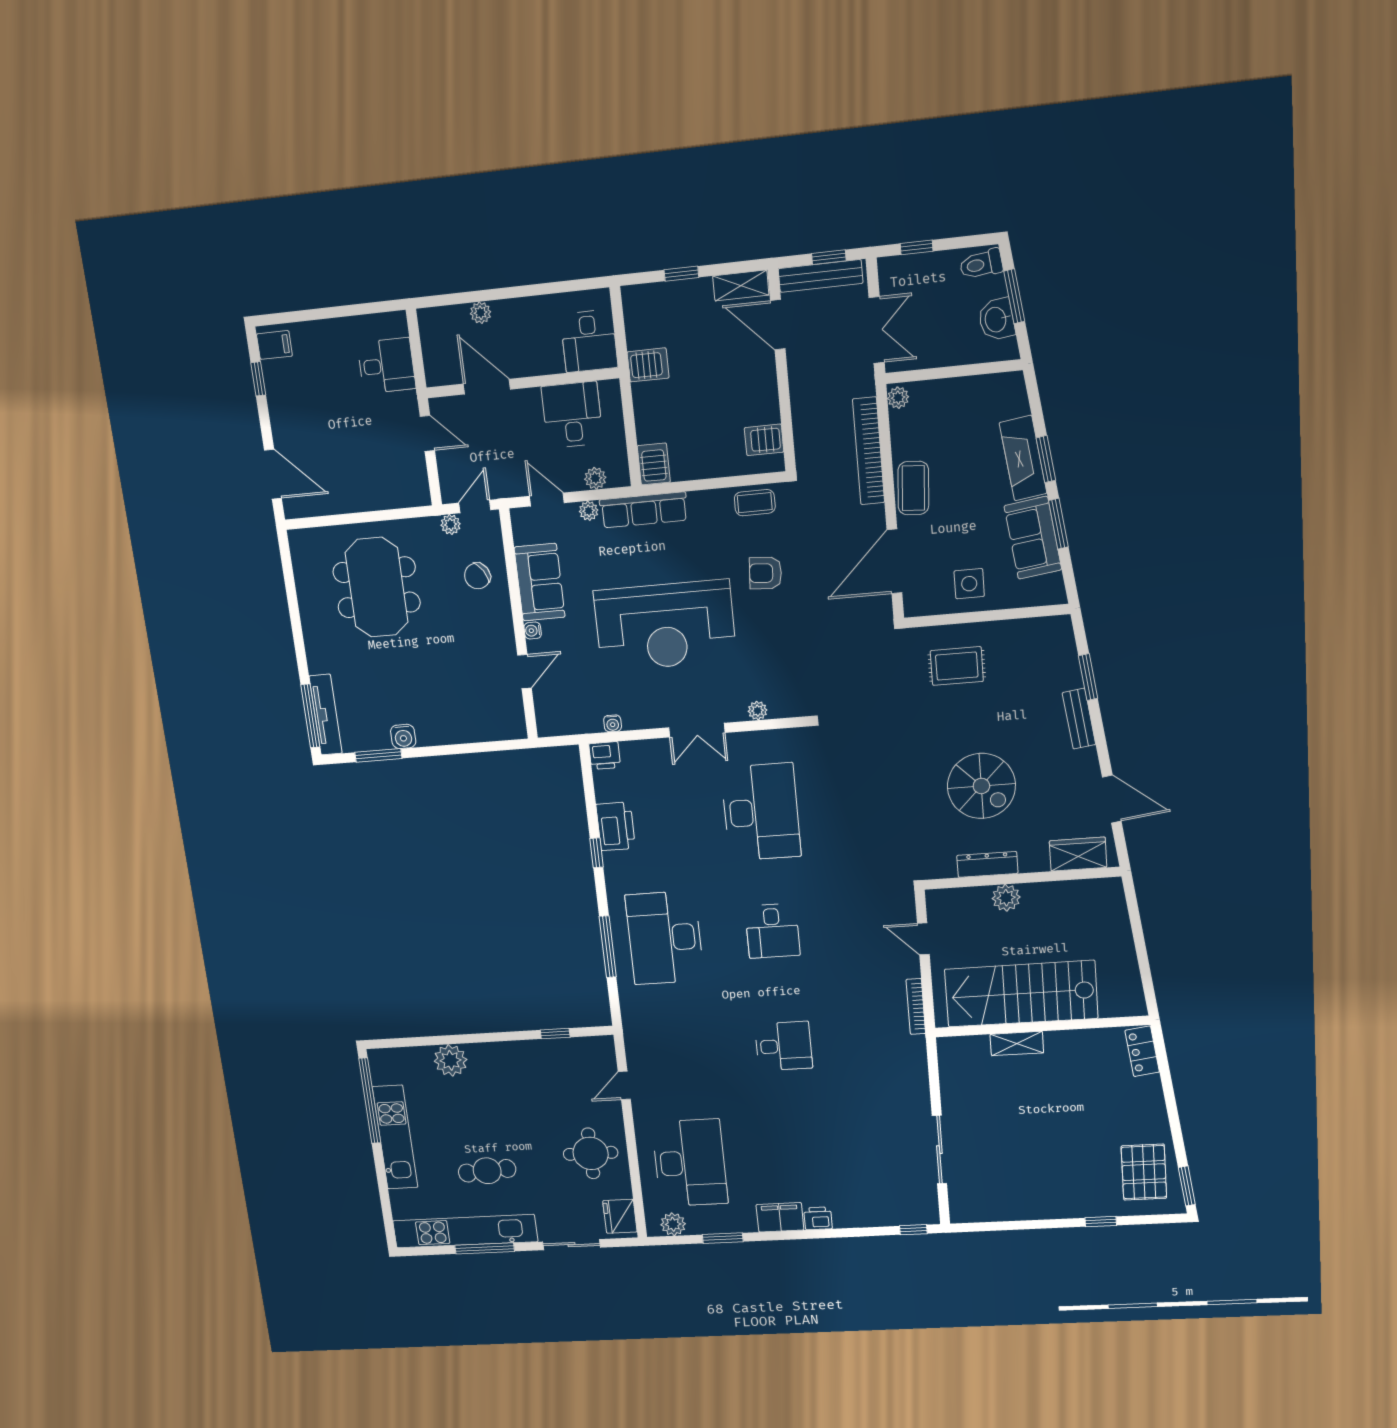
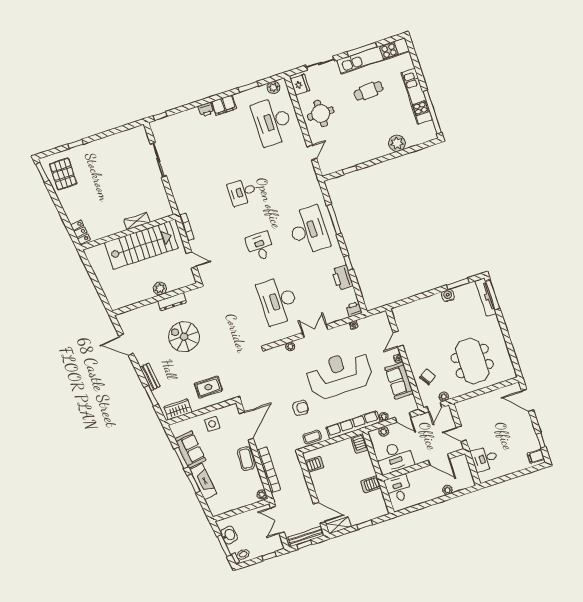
desk: (572, 415) -> (395, 458), width x1.37
row of seats: (644, 510) -> (353, 425), width x1.36
wardrobe: (1078, 854) -> (178, 409), moved, turned 180

